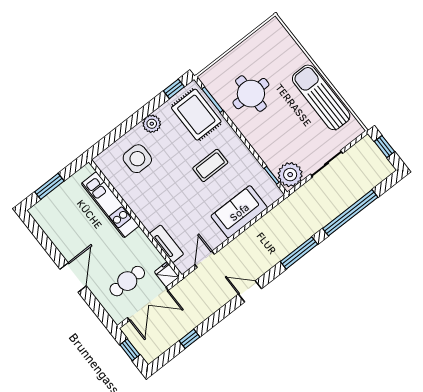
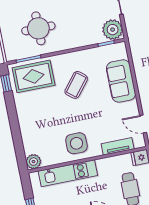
plant: (152, 124) -> (33, 162), moved
side table: (137, 159) -> (76, 143), moved
coffee table: (210, 165) -> (76, 85), turned 39

